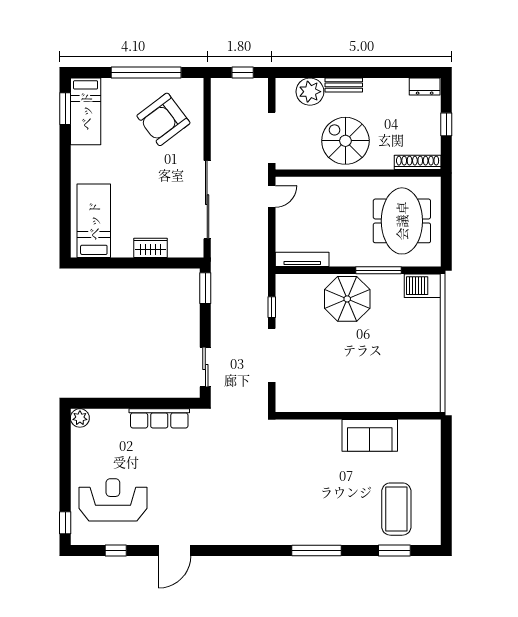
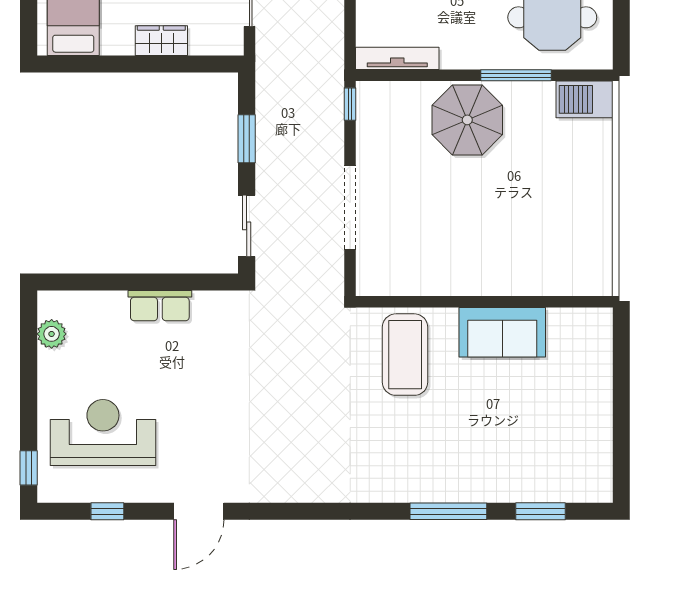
window: (205, 288) -> (247, 139), moved
window: (272, 307) -> (350, 104), moved
plant: (80, 418) -> (52, 334), moved
row of seats: (159, 418) -> (160, 306), width x0.68
coffee table: (396, 509) -> (405, 355), moved
window: (317, 551) -> (448, 511), moved

